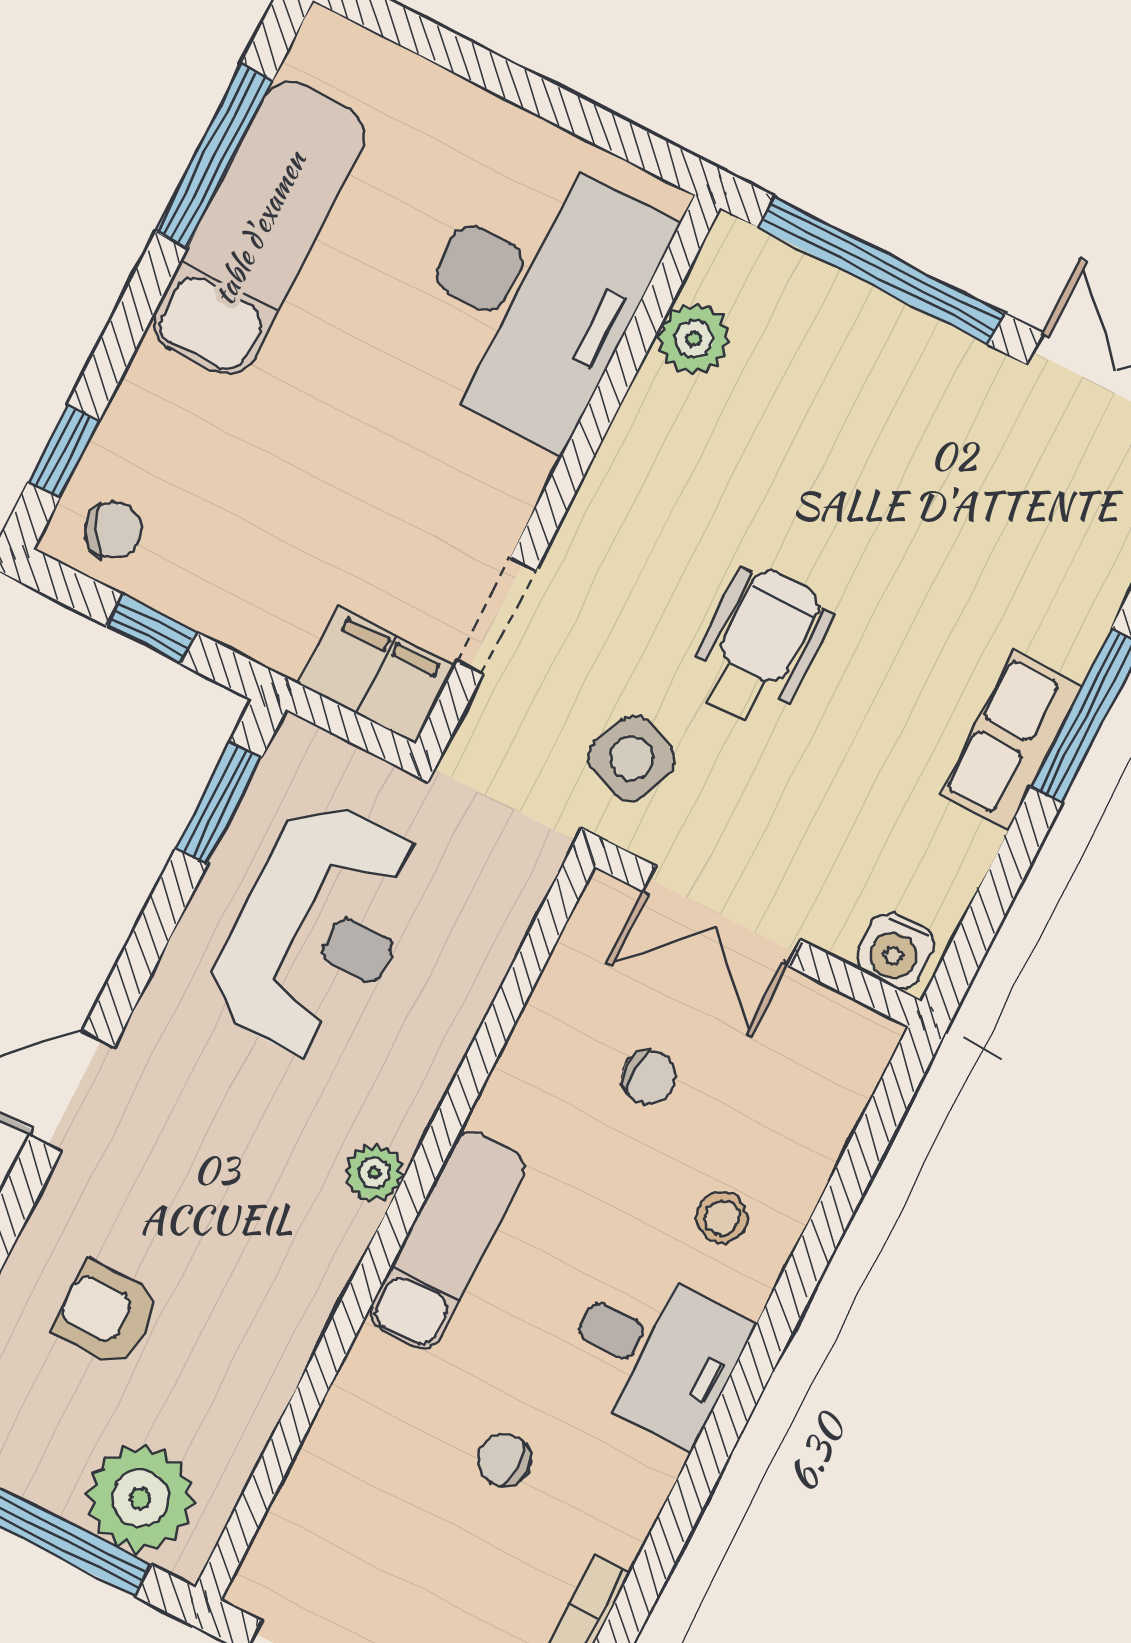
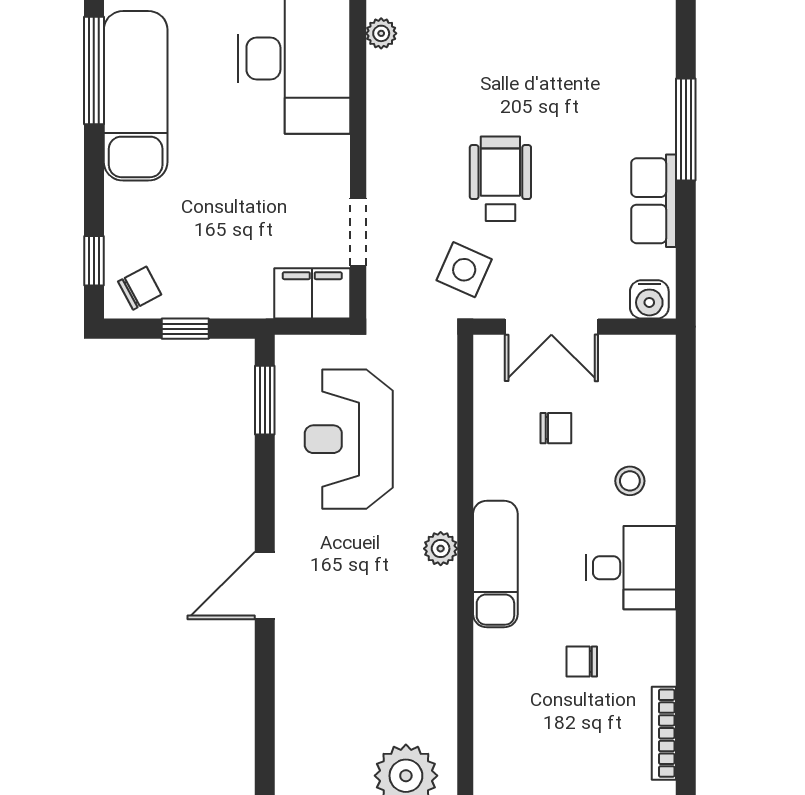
plant: (694, 339) -> (381, 33), width x0.73, depth x0.73
row of seats: (1011, 740) -> (654, 201), moved
reception desk: (318, 930) -> (349, 439), turned 180
armchair: (107, 1314) -> (341, 690), removed

